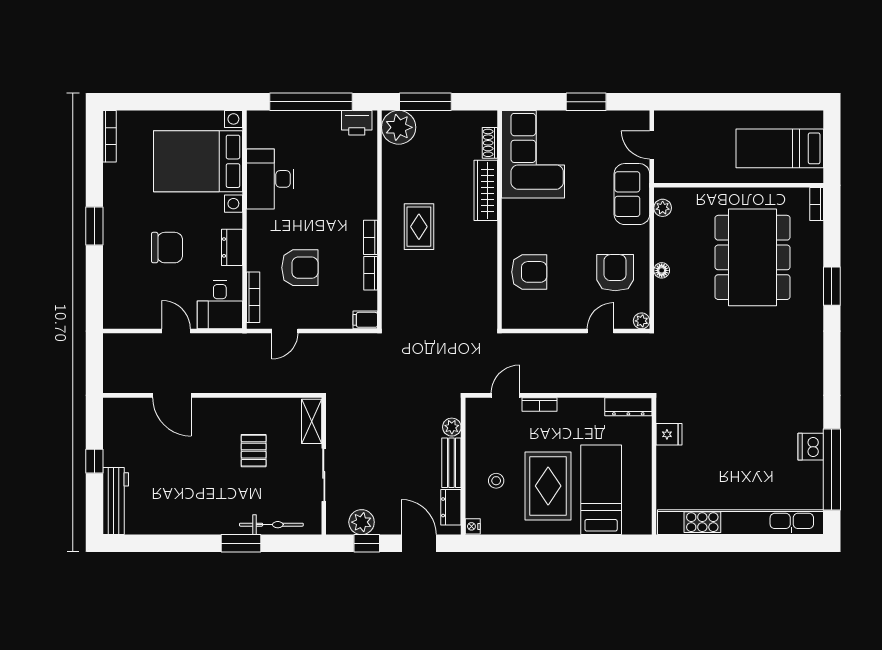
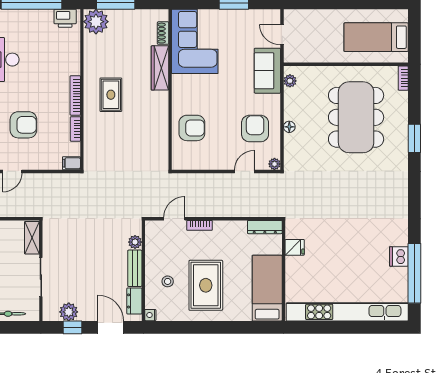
bookcase: (370, 237) -> (75, 95), width x1.56
bed: (601, 490) -> (267, 288), moved

